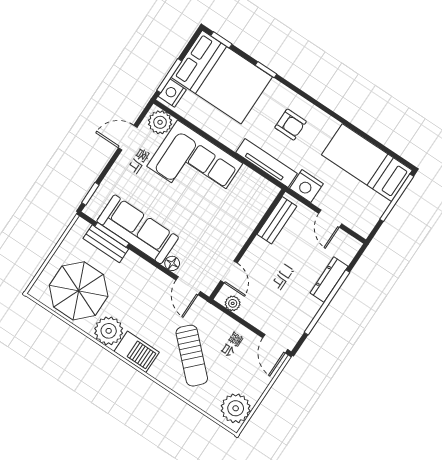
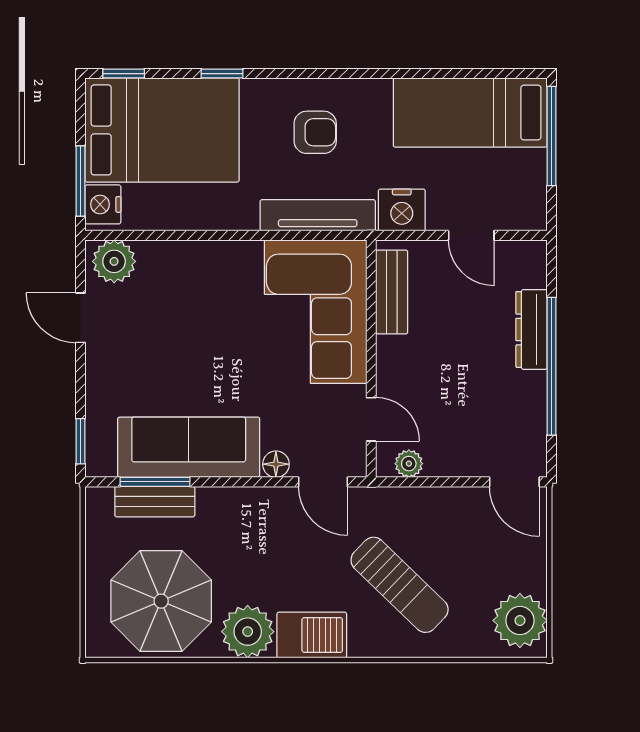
door: (128, 138) -> (81, 318), hinge flipped
corner sofa: (195, 165) -> (316, 312), moved, turned 90

